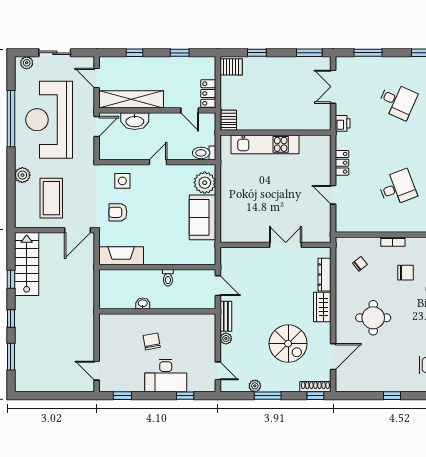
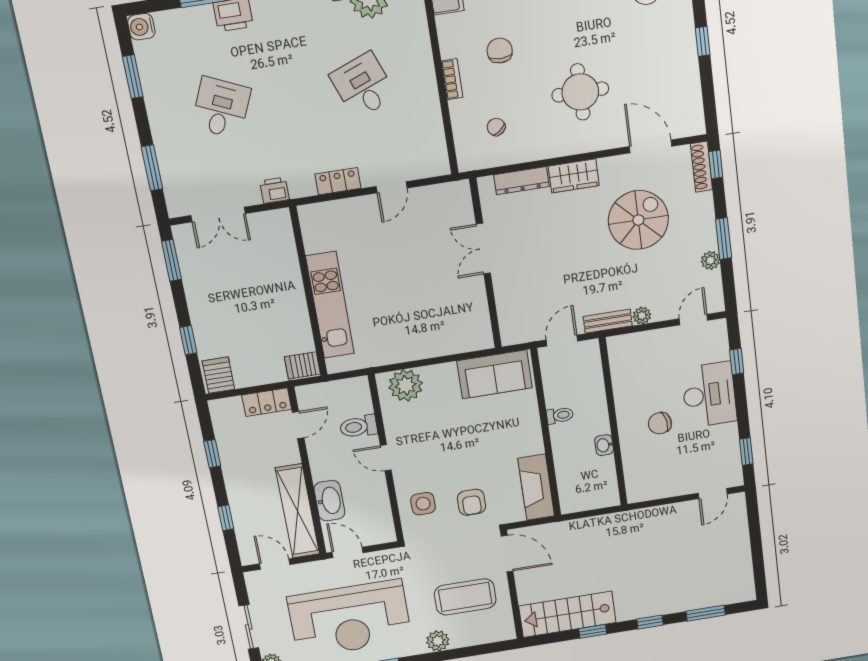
door: (97, 78) -> (275, 564), swing flipped
toilet: (204, 153) -> (359, 427), moved, turned 90
sofa: (203, 217) -> (495, 374), moved

